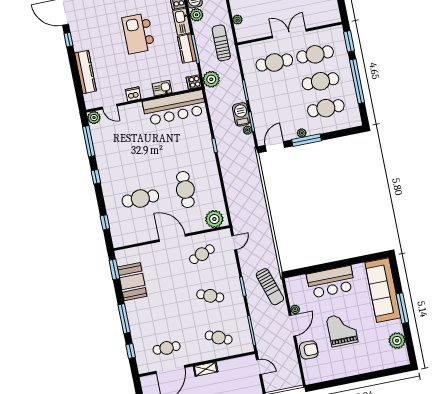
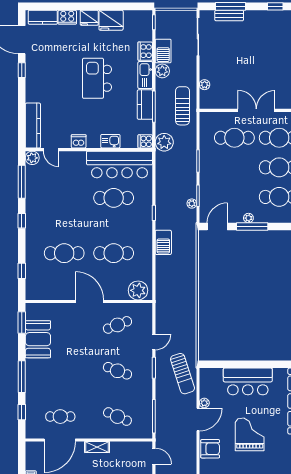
kitchen counter: (86, 72) -> (33, 126), moved
barbecue: (241, 114) -> (163, 242), moved, turned 180
cafe table: (175, 139) -> (114, 198), added
cafe table: (185, 190) -> (114, 253), turned 90
door: (234, 243) -> (154, 342), moved

